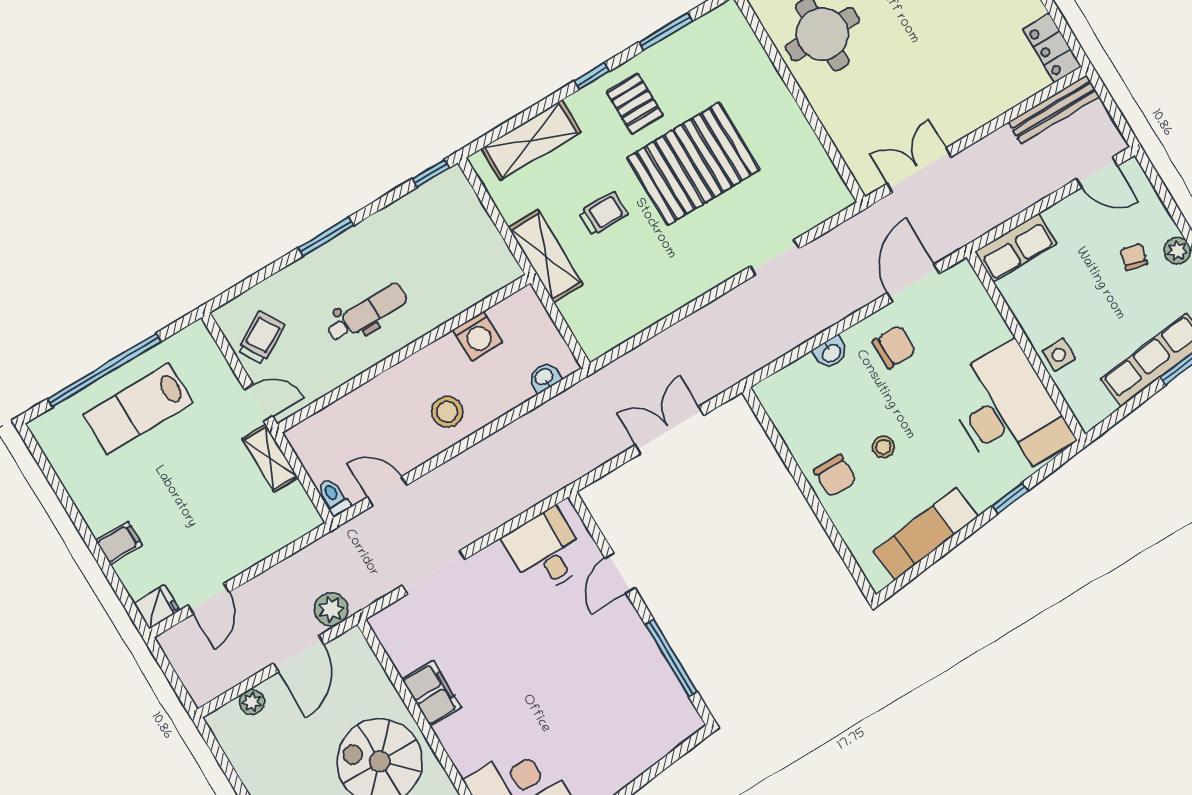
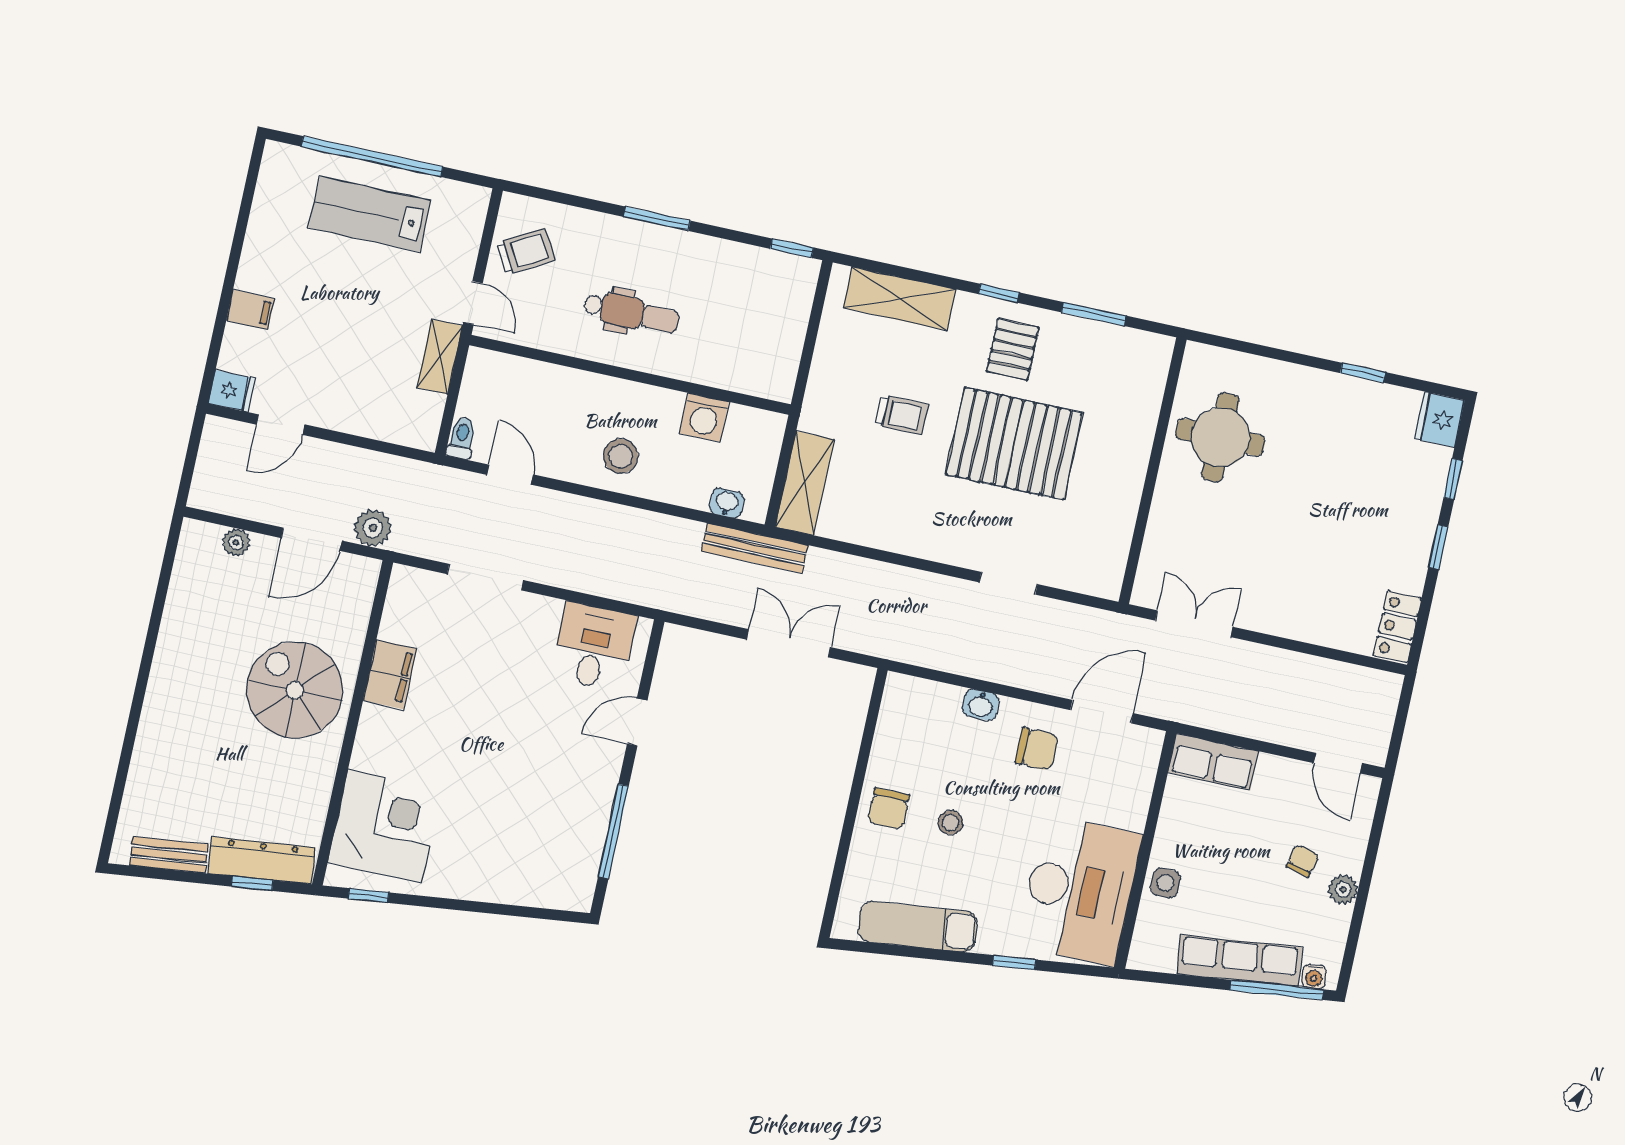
bench: (1054, 109) -> (755, 548), moved
shelving: (546, 256) -> (805, 483), moved

